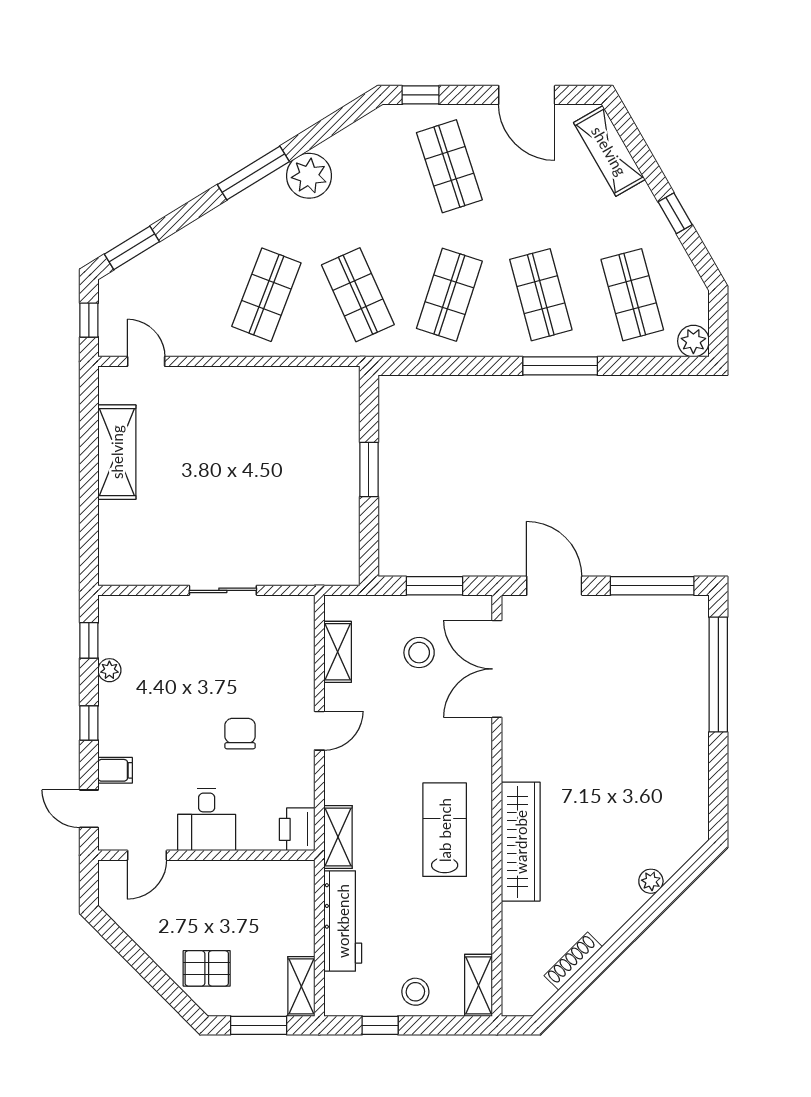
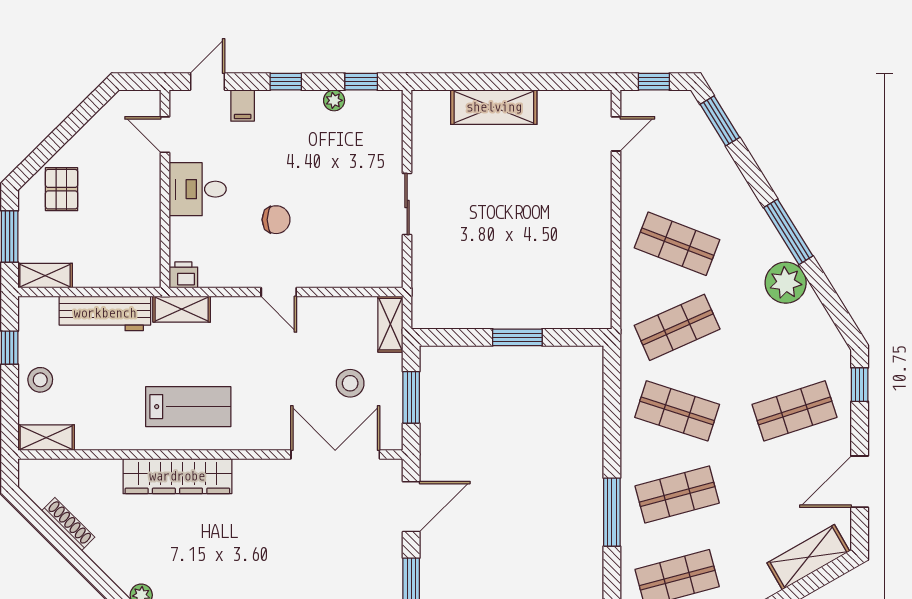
shelving: (117, 452) -> (494, 107), moved
shelving: (338, 652) -> (390, 324), moved, turned 90
printer: (297, 829) -> (183, 275), width x0.73, depth x0.81

